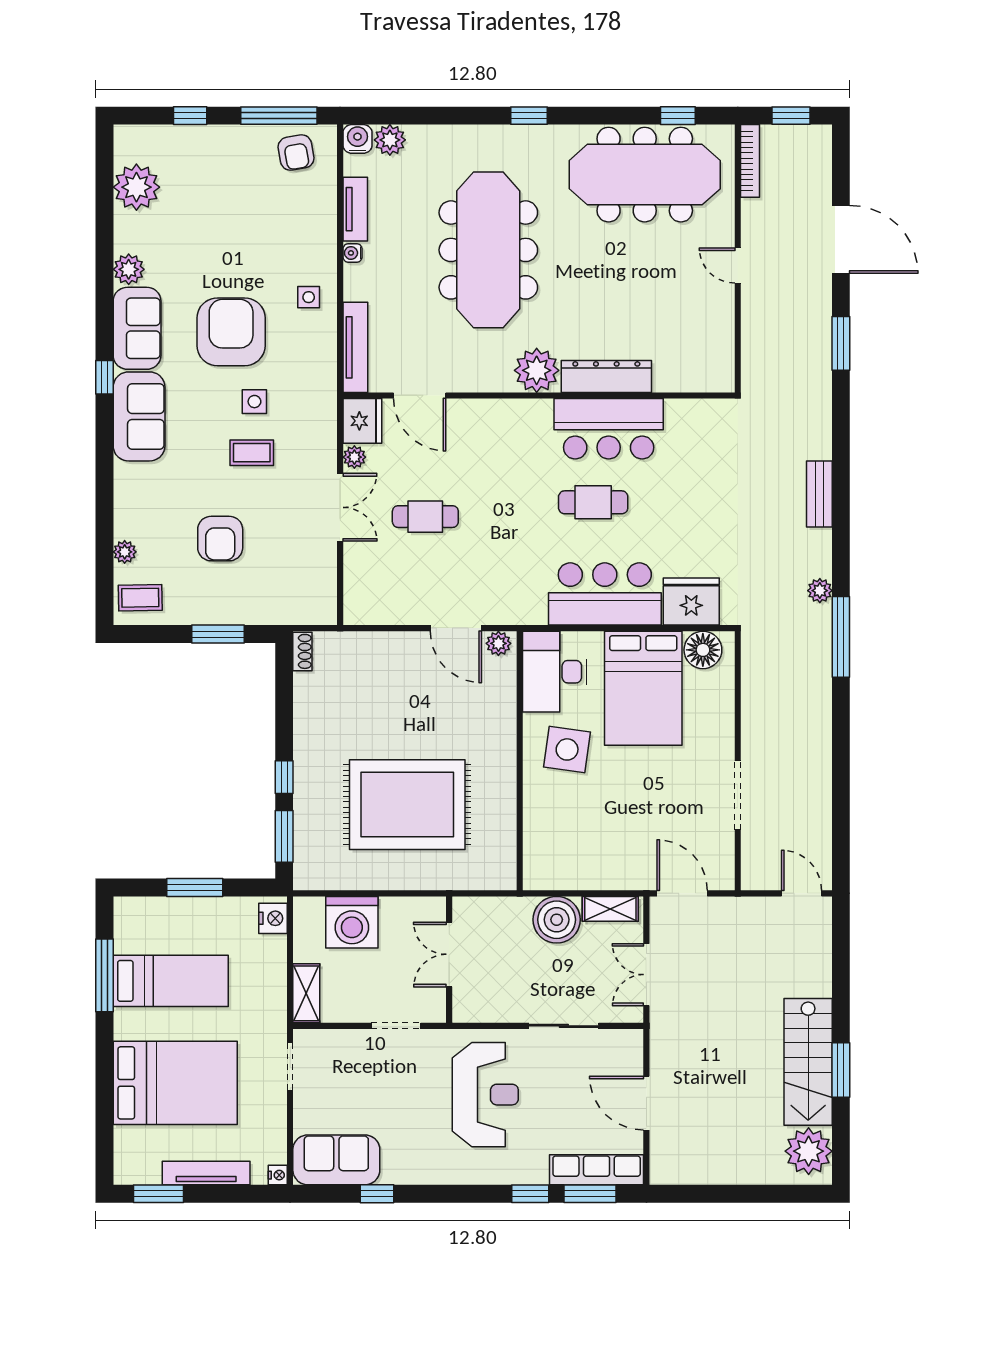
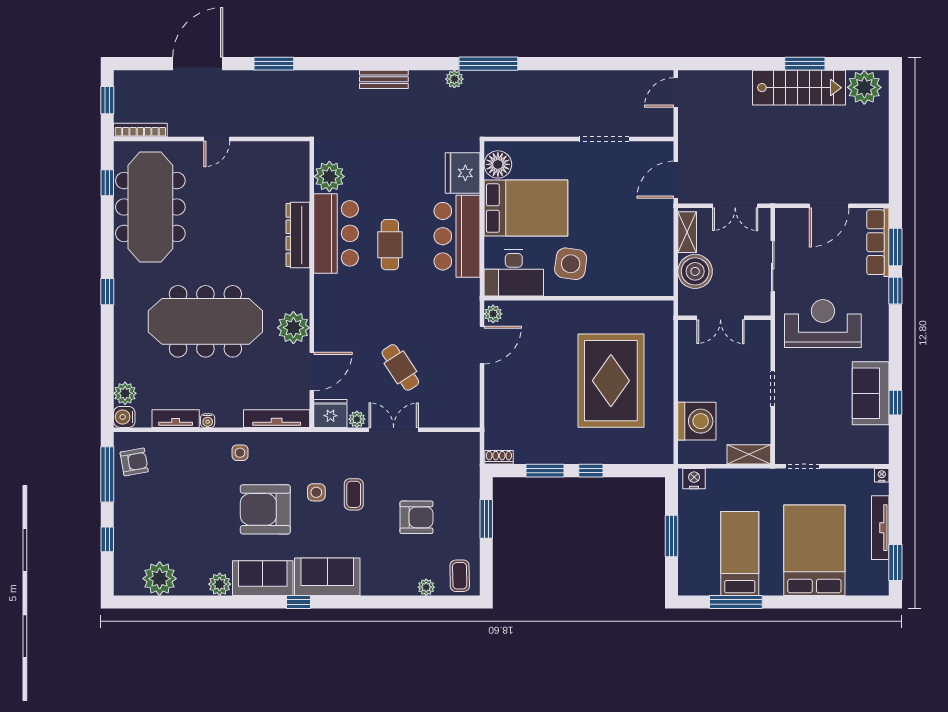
plant: (537, 370) -> (293, 328), moved
plant: (686, 419) -> (329, 176), added
cafe table: (425, 517) -> (400, 367), turned -33
window: (284, 836) -> (545, 471), moved
double door: (449, 954) -> (720, 318), moved
wall: (449, 960) -> (724, 318), moved
sofa: (336, 1160) -> (871, 393), moved

